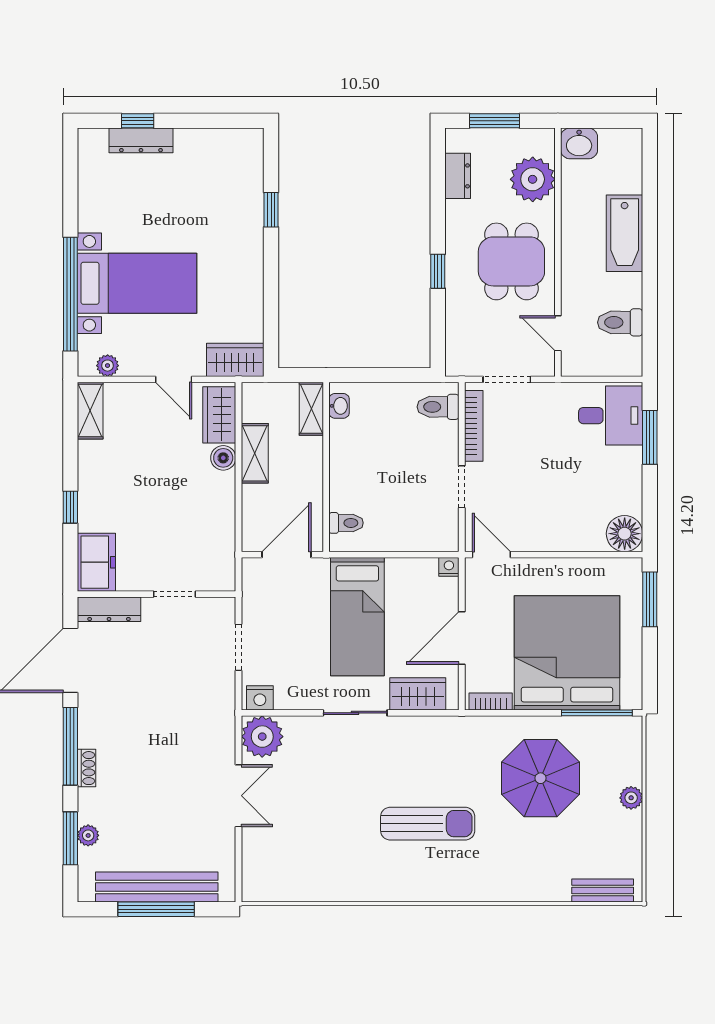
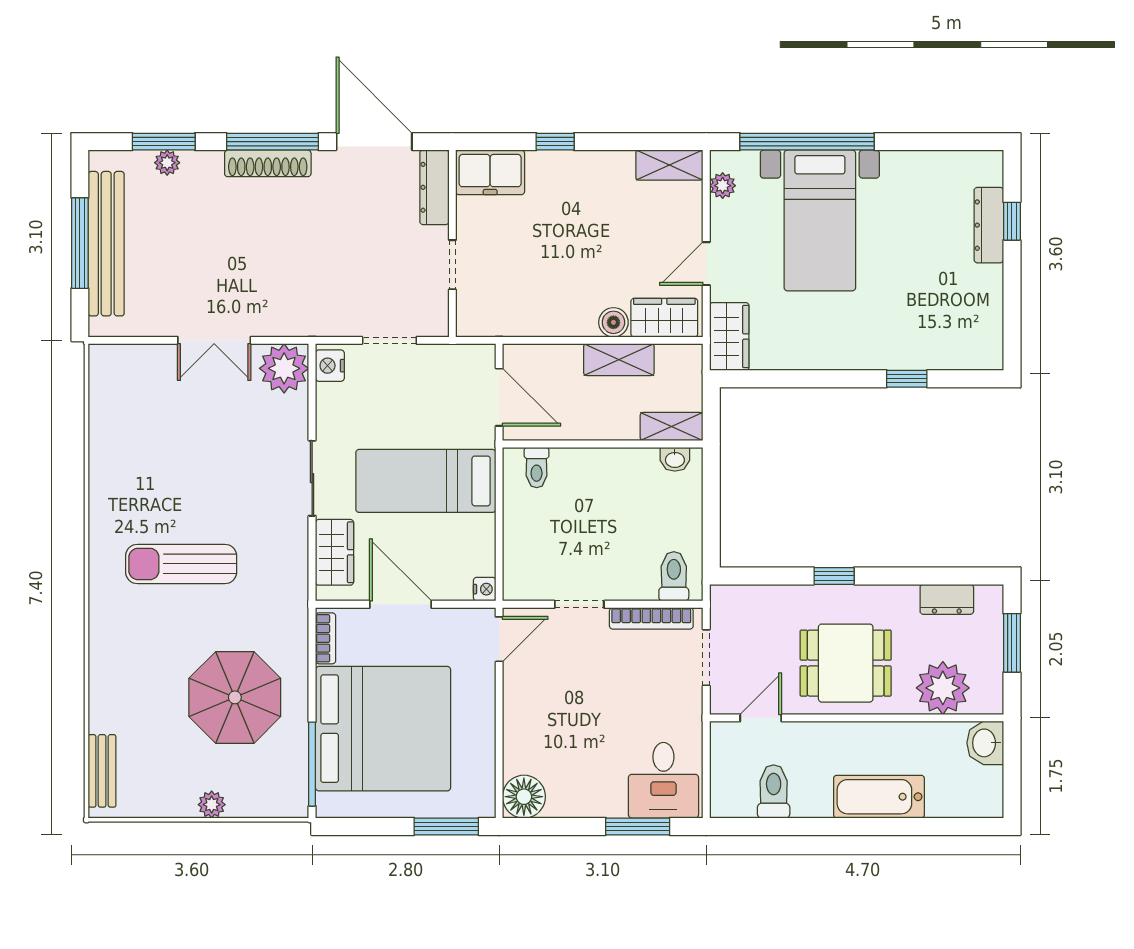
shoe rack: (87, 768) -> (268, 163), width x1.94, depth x1.24
sun lounger: (428, 824) -> (181, 564), turned 90

